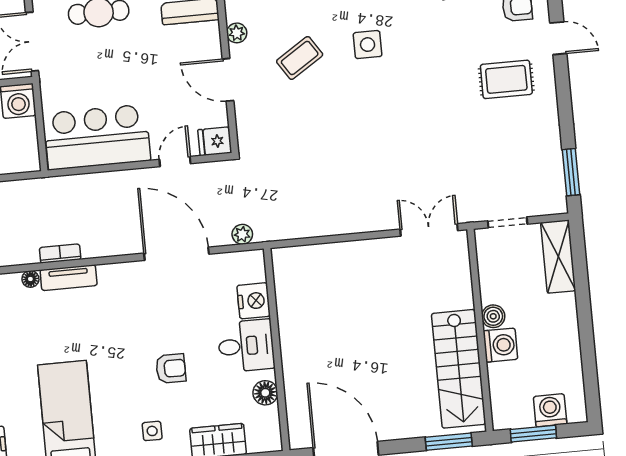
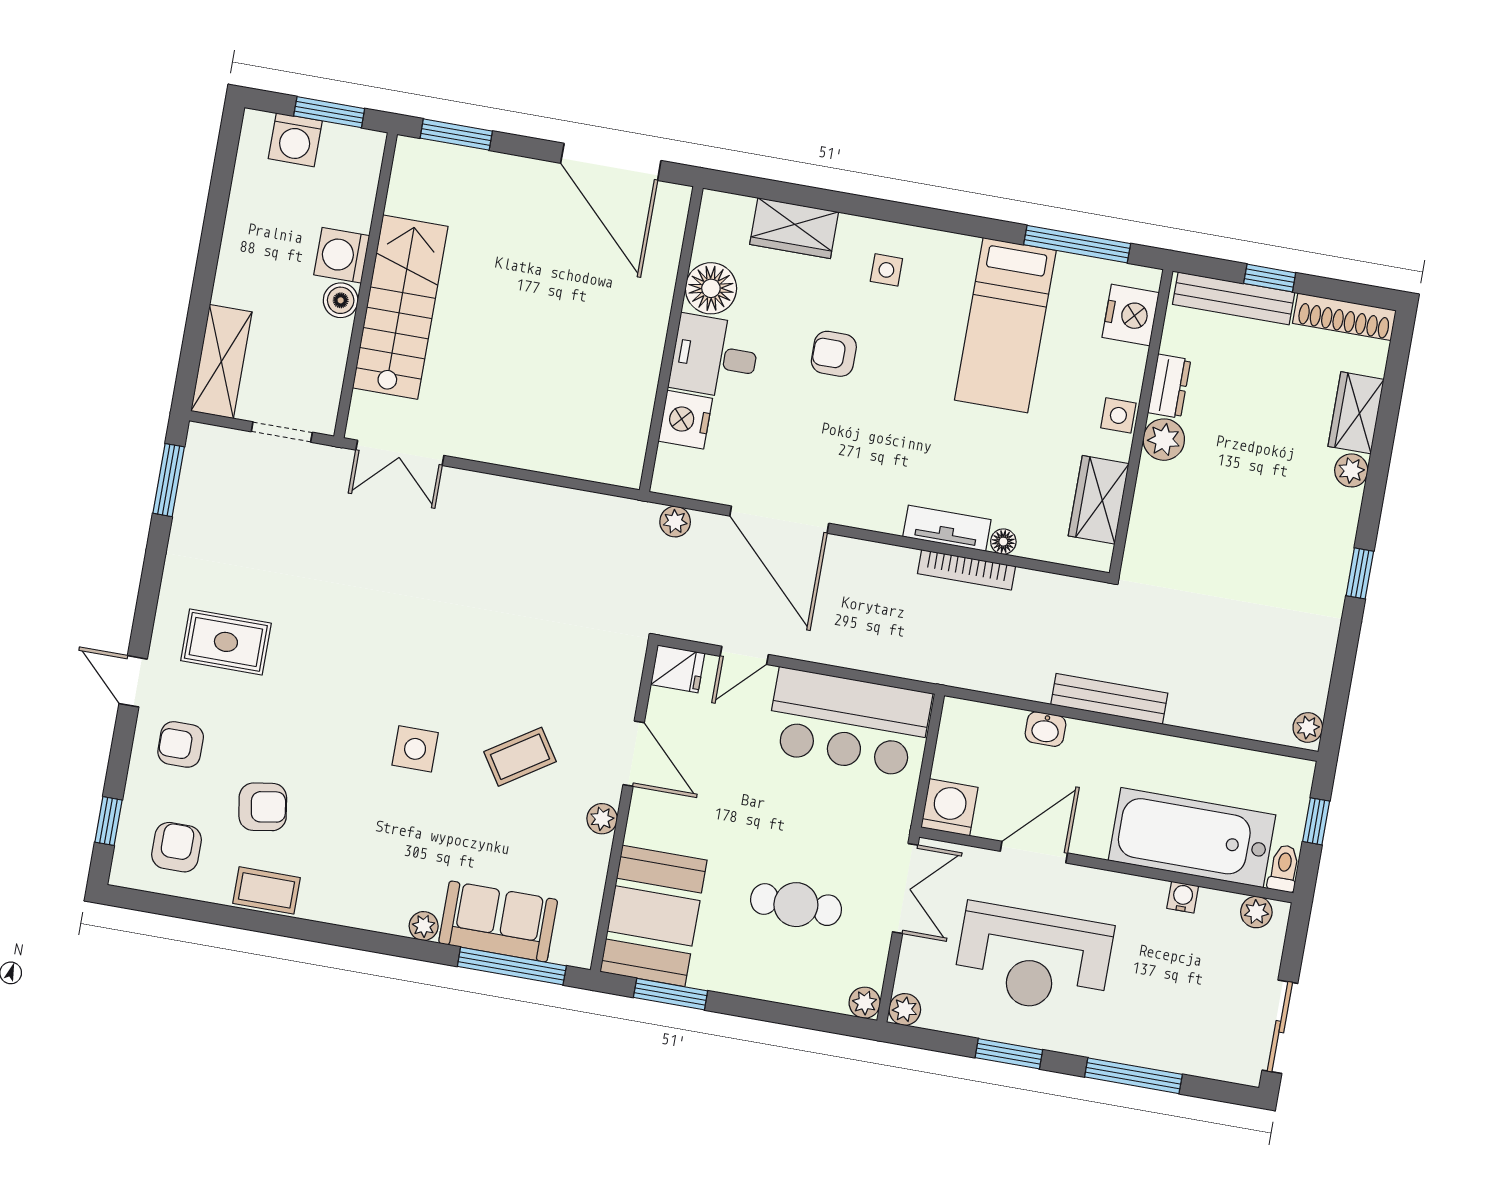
bookcase: (60, 254) -> (967, 570), width x1.56
stairs: (459, 369) -> (400, 307), moved
floor lamp: (265, 393) -> (711, 288), width x1.38, depth x1.38

